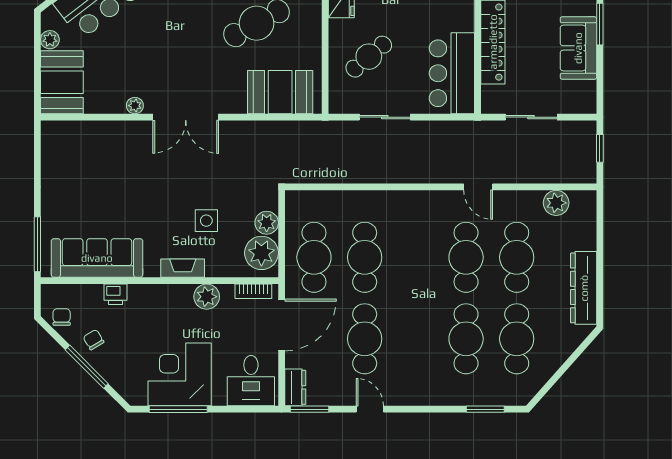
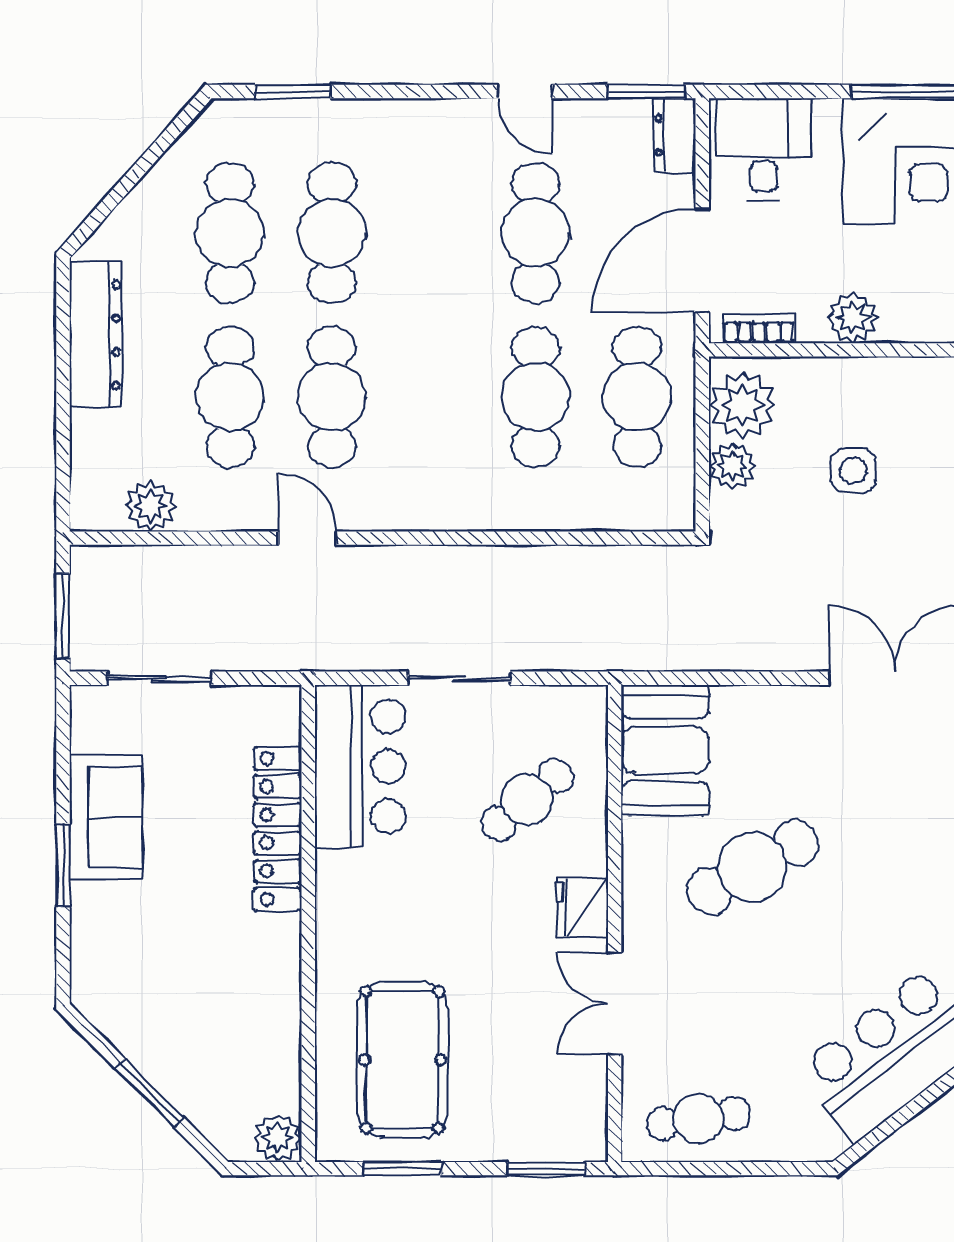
booth: (280, 92) -> (665, 750), moved, turned 90
sliding door: (385, 117) -> (459, 678), moved
sliding door: (531, 117) -> (159, 678), moved
window: (600, 148) -> (63, 616), width x1.50
fireplace: (183, 268) -> (901, 375), removed

